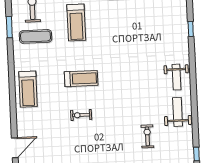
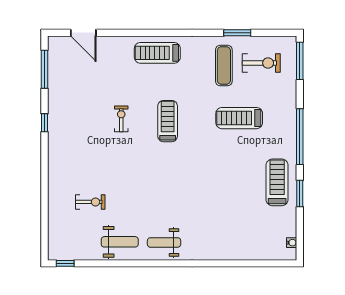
window: (191, 29) -> (225, 263), removed
treadmill: (81, 79) -> (168, 121), turned 180

